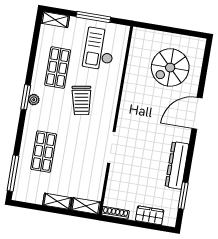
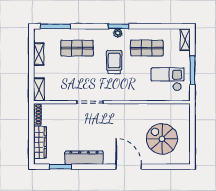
trolley: (81, 100) -> (114, 62), moved, turned 100
shelving: (57, 201) -> (39, 54), moved
wardrobe: (150, 215) -> (40, 142), width x1.50

